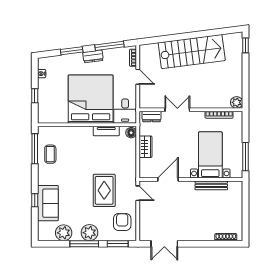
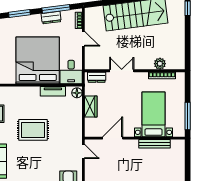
dresser: (93, 56) -> (51, 18), moved
plant: (237, 102) -> (160, 64), moved
rug: (104, 190) -> (33, 130), moved, turned 90

